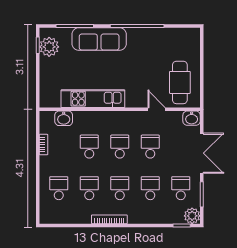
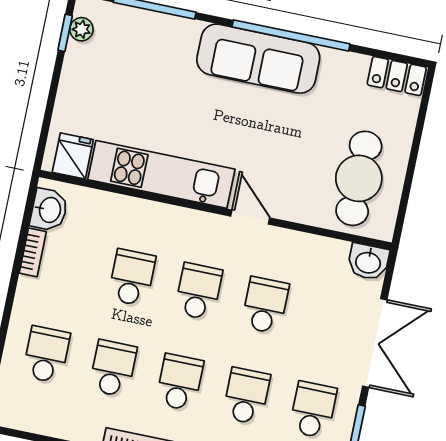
locker: (187, 34) -> (397, 76), added
sofa: (99, 39) -> (258, 59), moved
plant: (49, 47) -> (81, 29), width x0.53, depth x0.53
fridge: (52, 99) -> (73, 156), added
door: (156, 109) -> (250, 217), moved
washbasin: (64, 118) -> (49, 210), moved, turned -90

